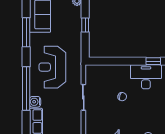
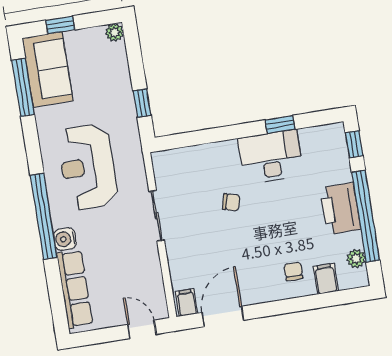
window: (85, 25) -> (142, 103), moved
window: (26, 32) -> (23, 87), moved

